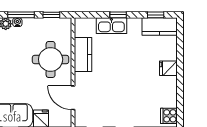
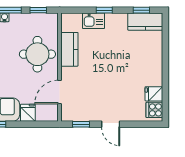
kitchen sink: (111, 26) -> (93, 21), width x0.73
fridge: (168, 68) -> (154, 94), moved
door: (73, 98) -> (60, 92), hinge flipped

